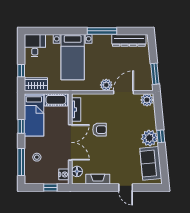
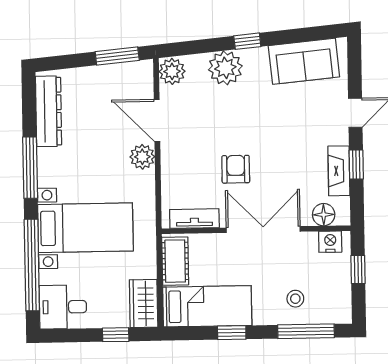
window: (55, 31) -> (32, 265), added
plant: (149, 138) -> (225, 68), moved
window: (101, 188) -> (356, 164), added

